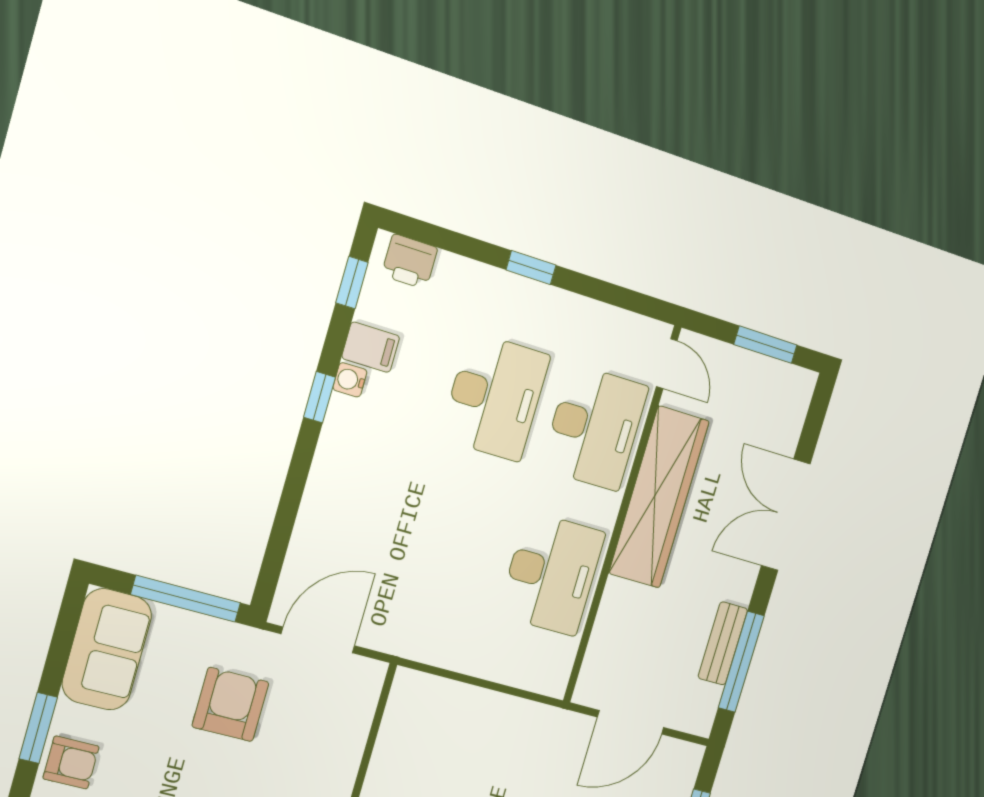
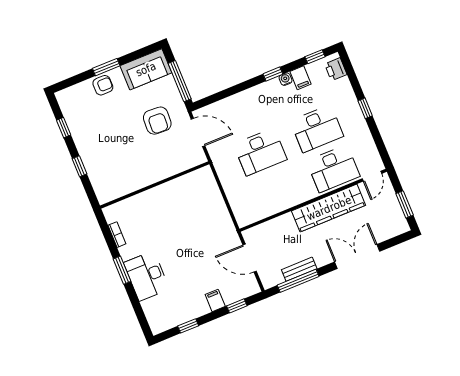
desk: (552, 574) -> (260, 152), moved
armchair: (230, 704) -> (157, 121), turned 93
armchair: (71, 762) -> (103, 85), turned -90

